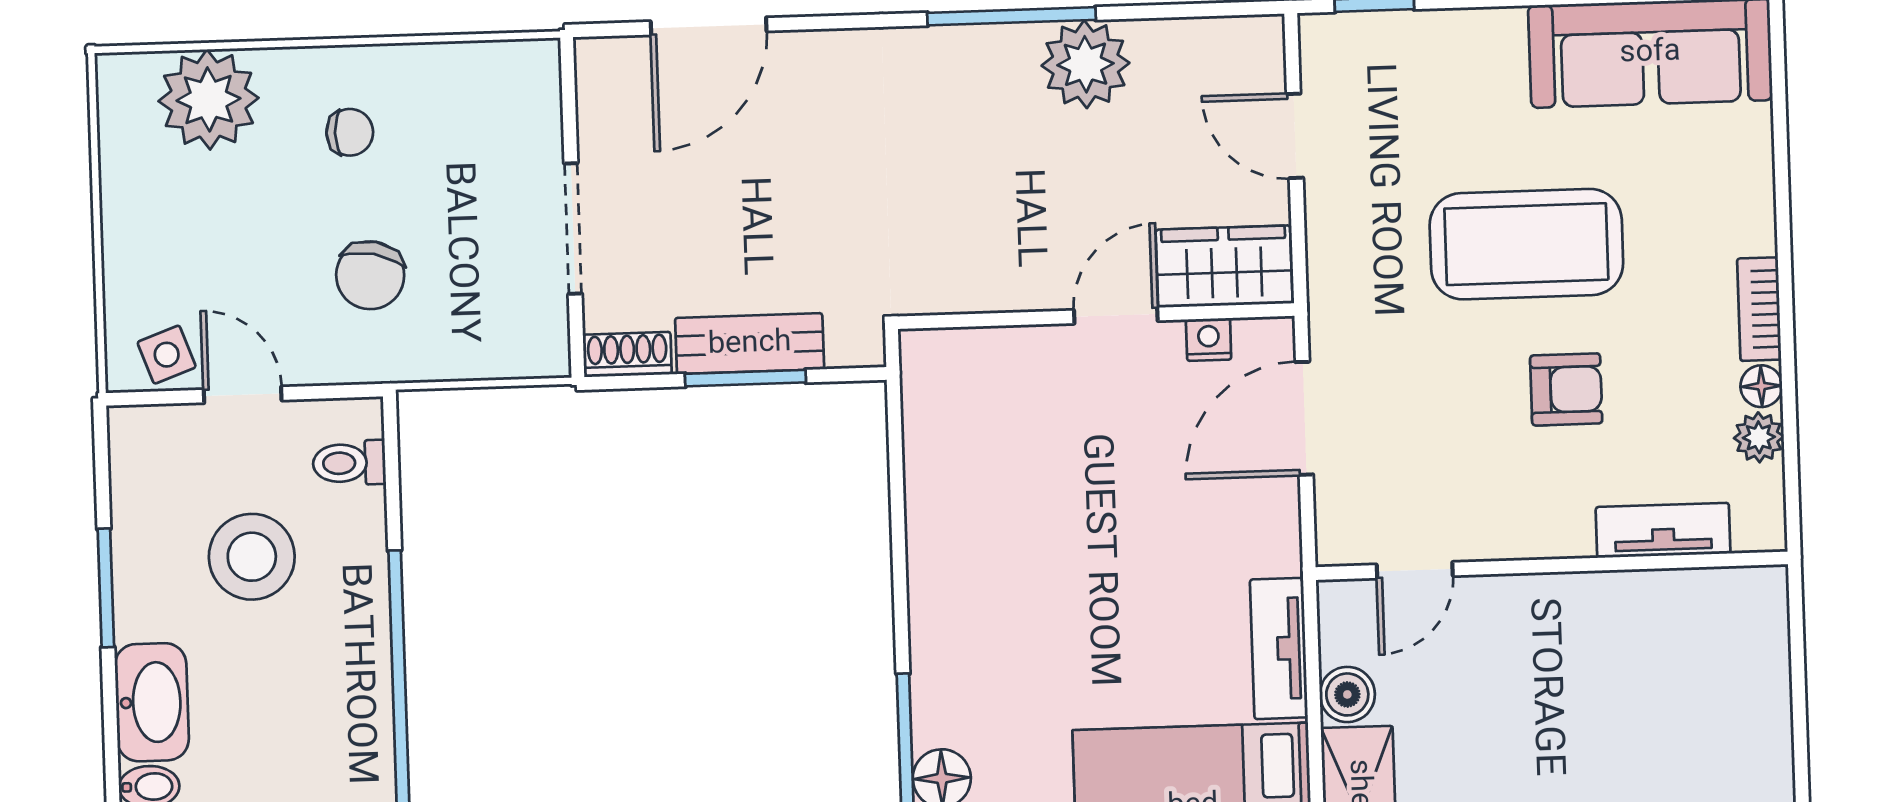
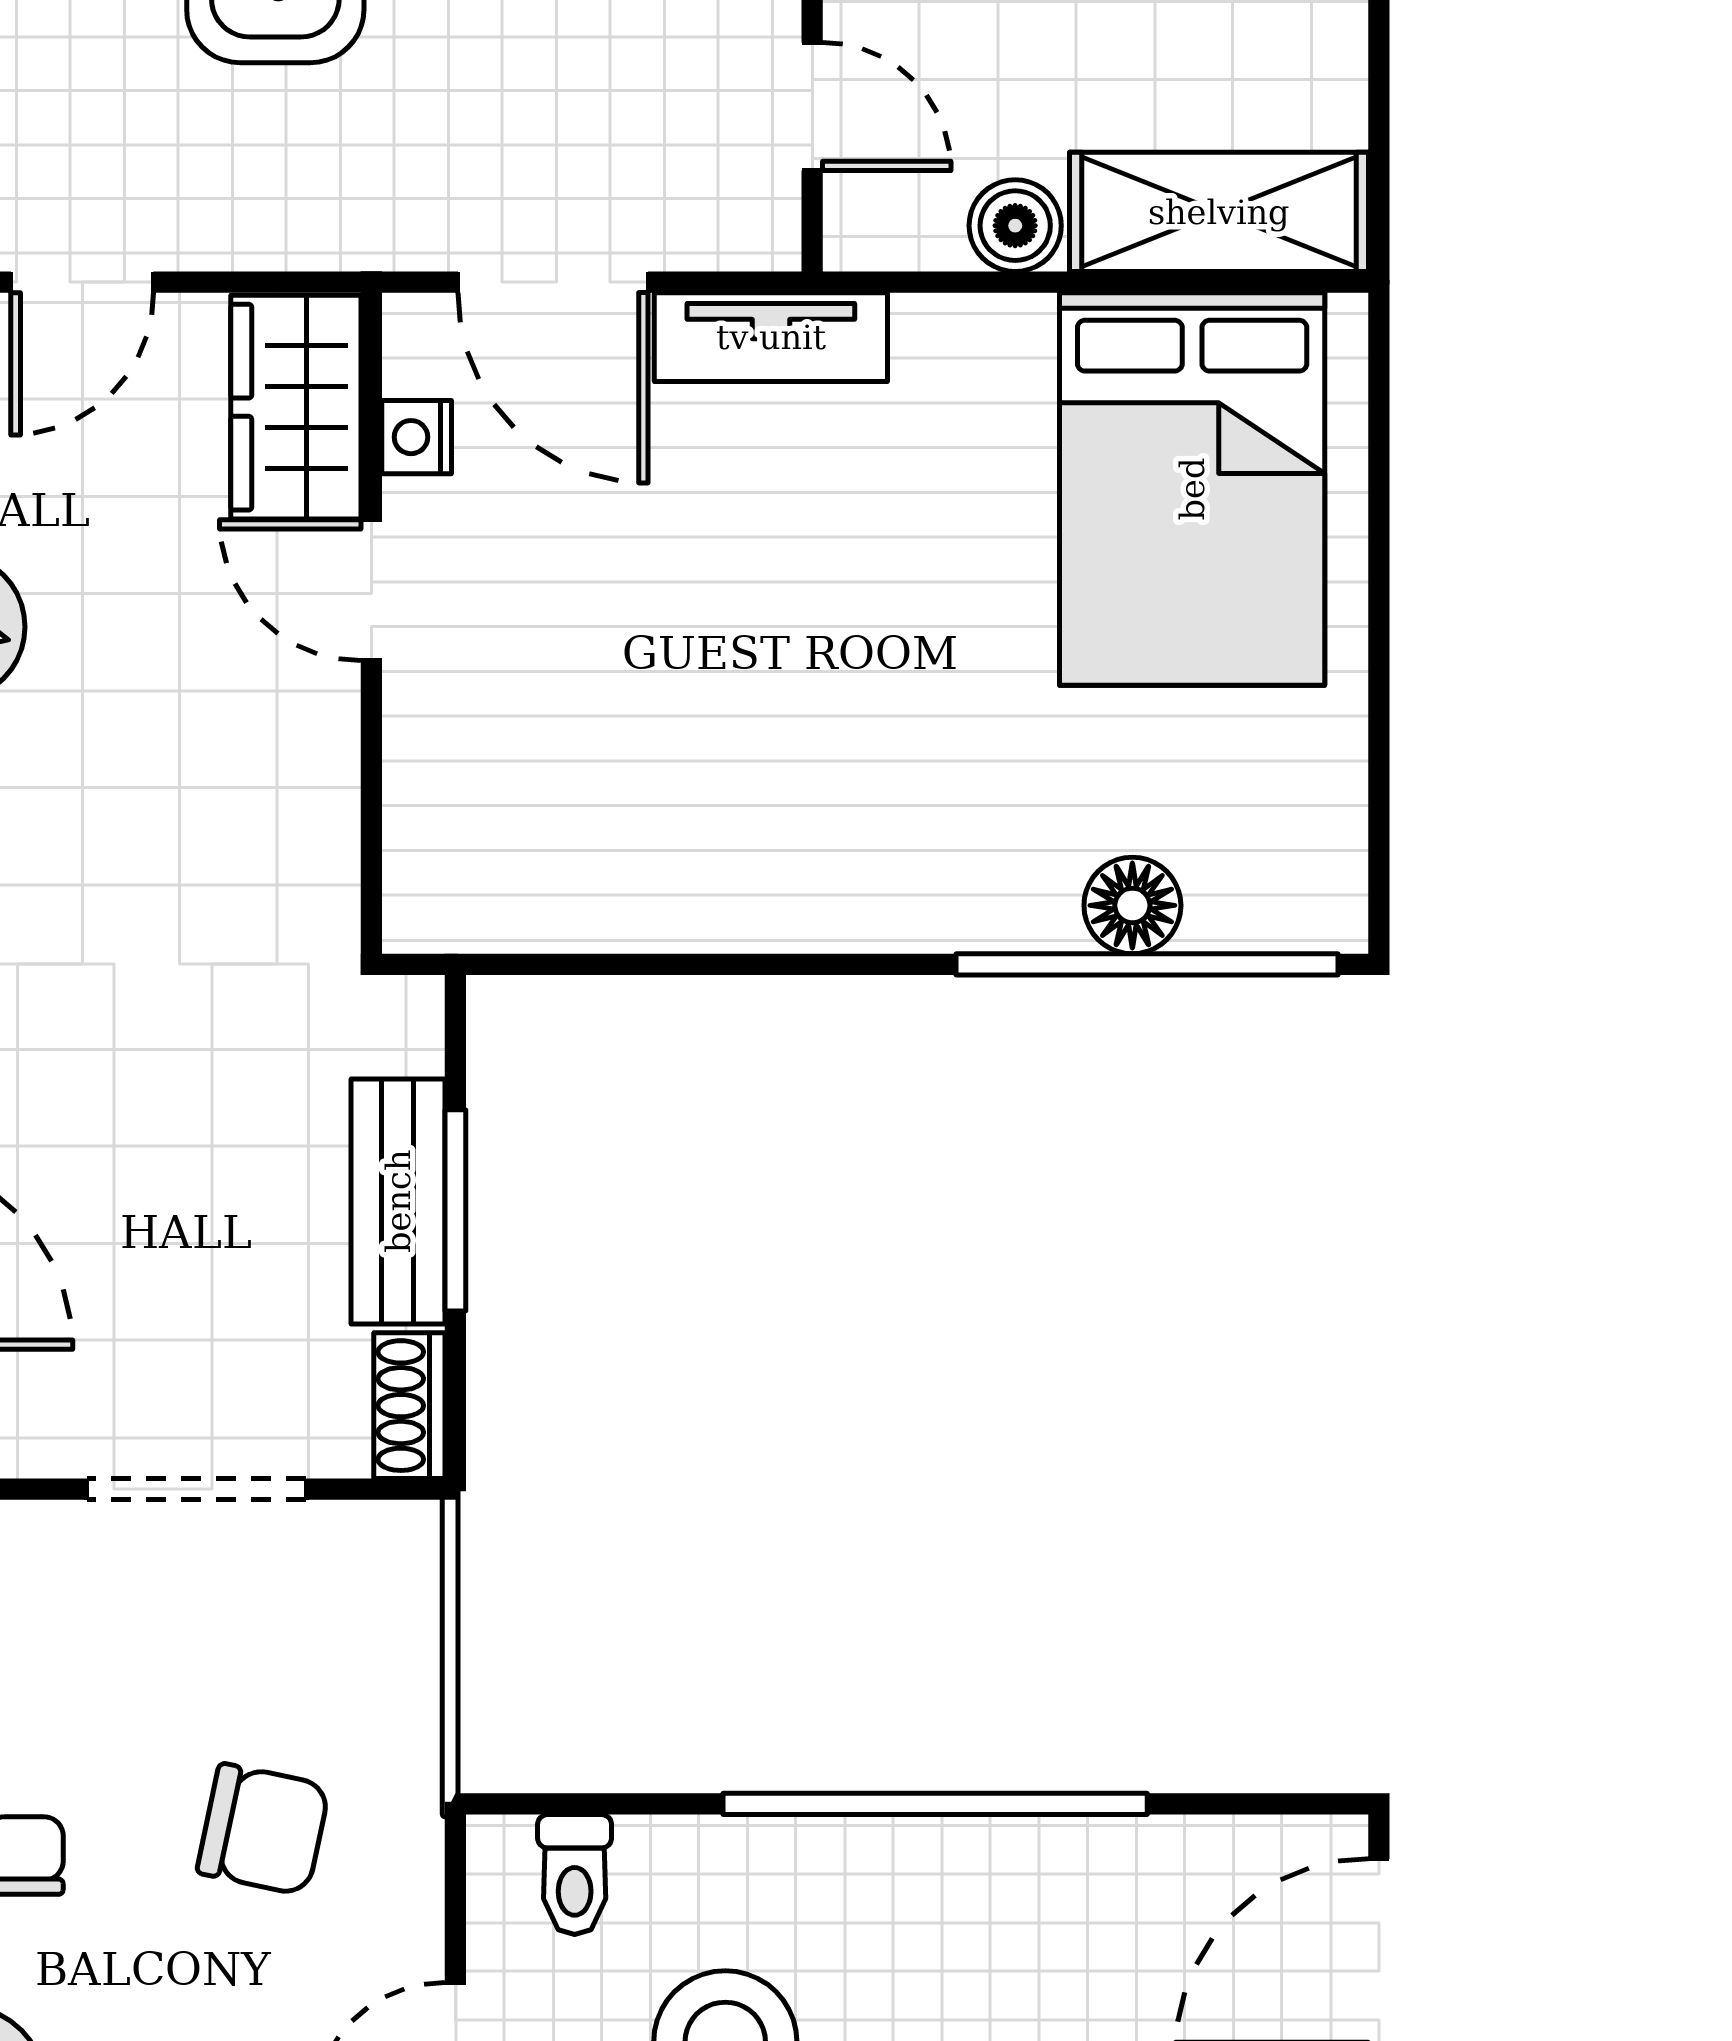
tv unit: (1279, 648) -> (771, 337), moved

